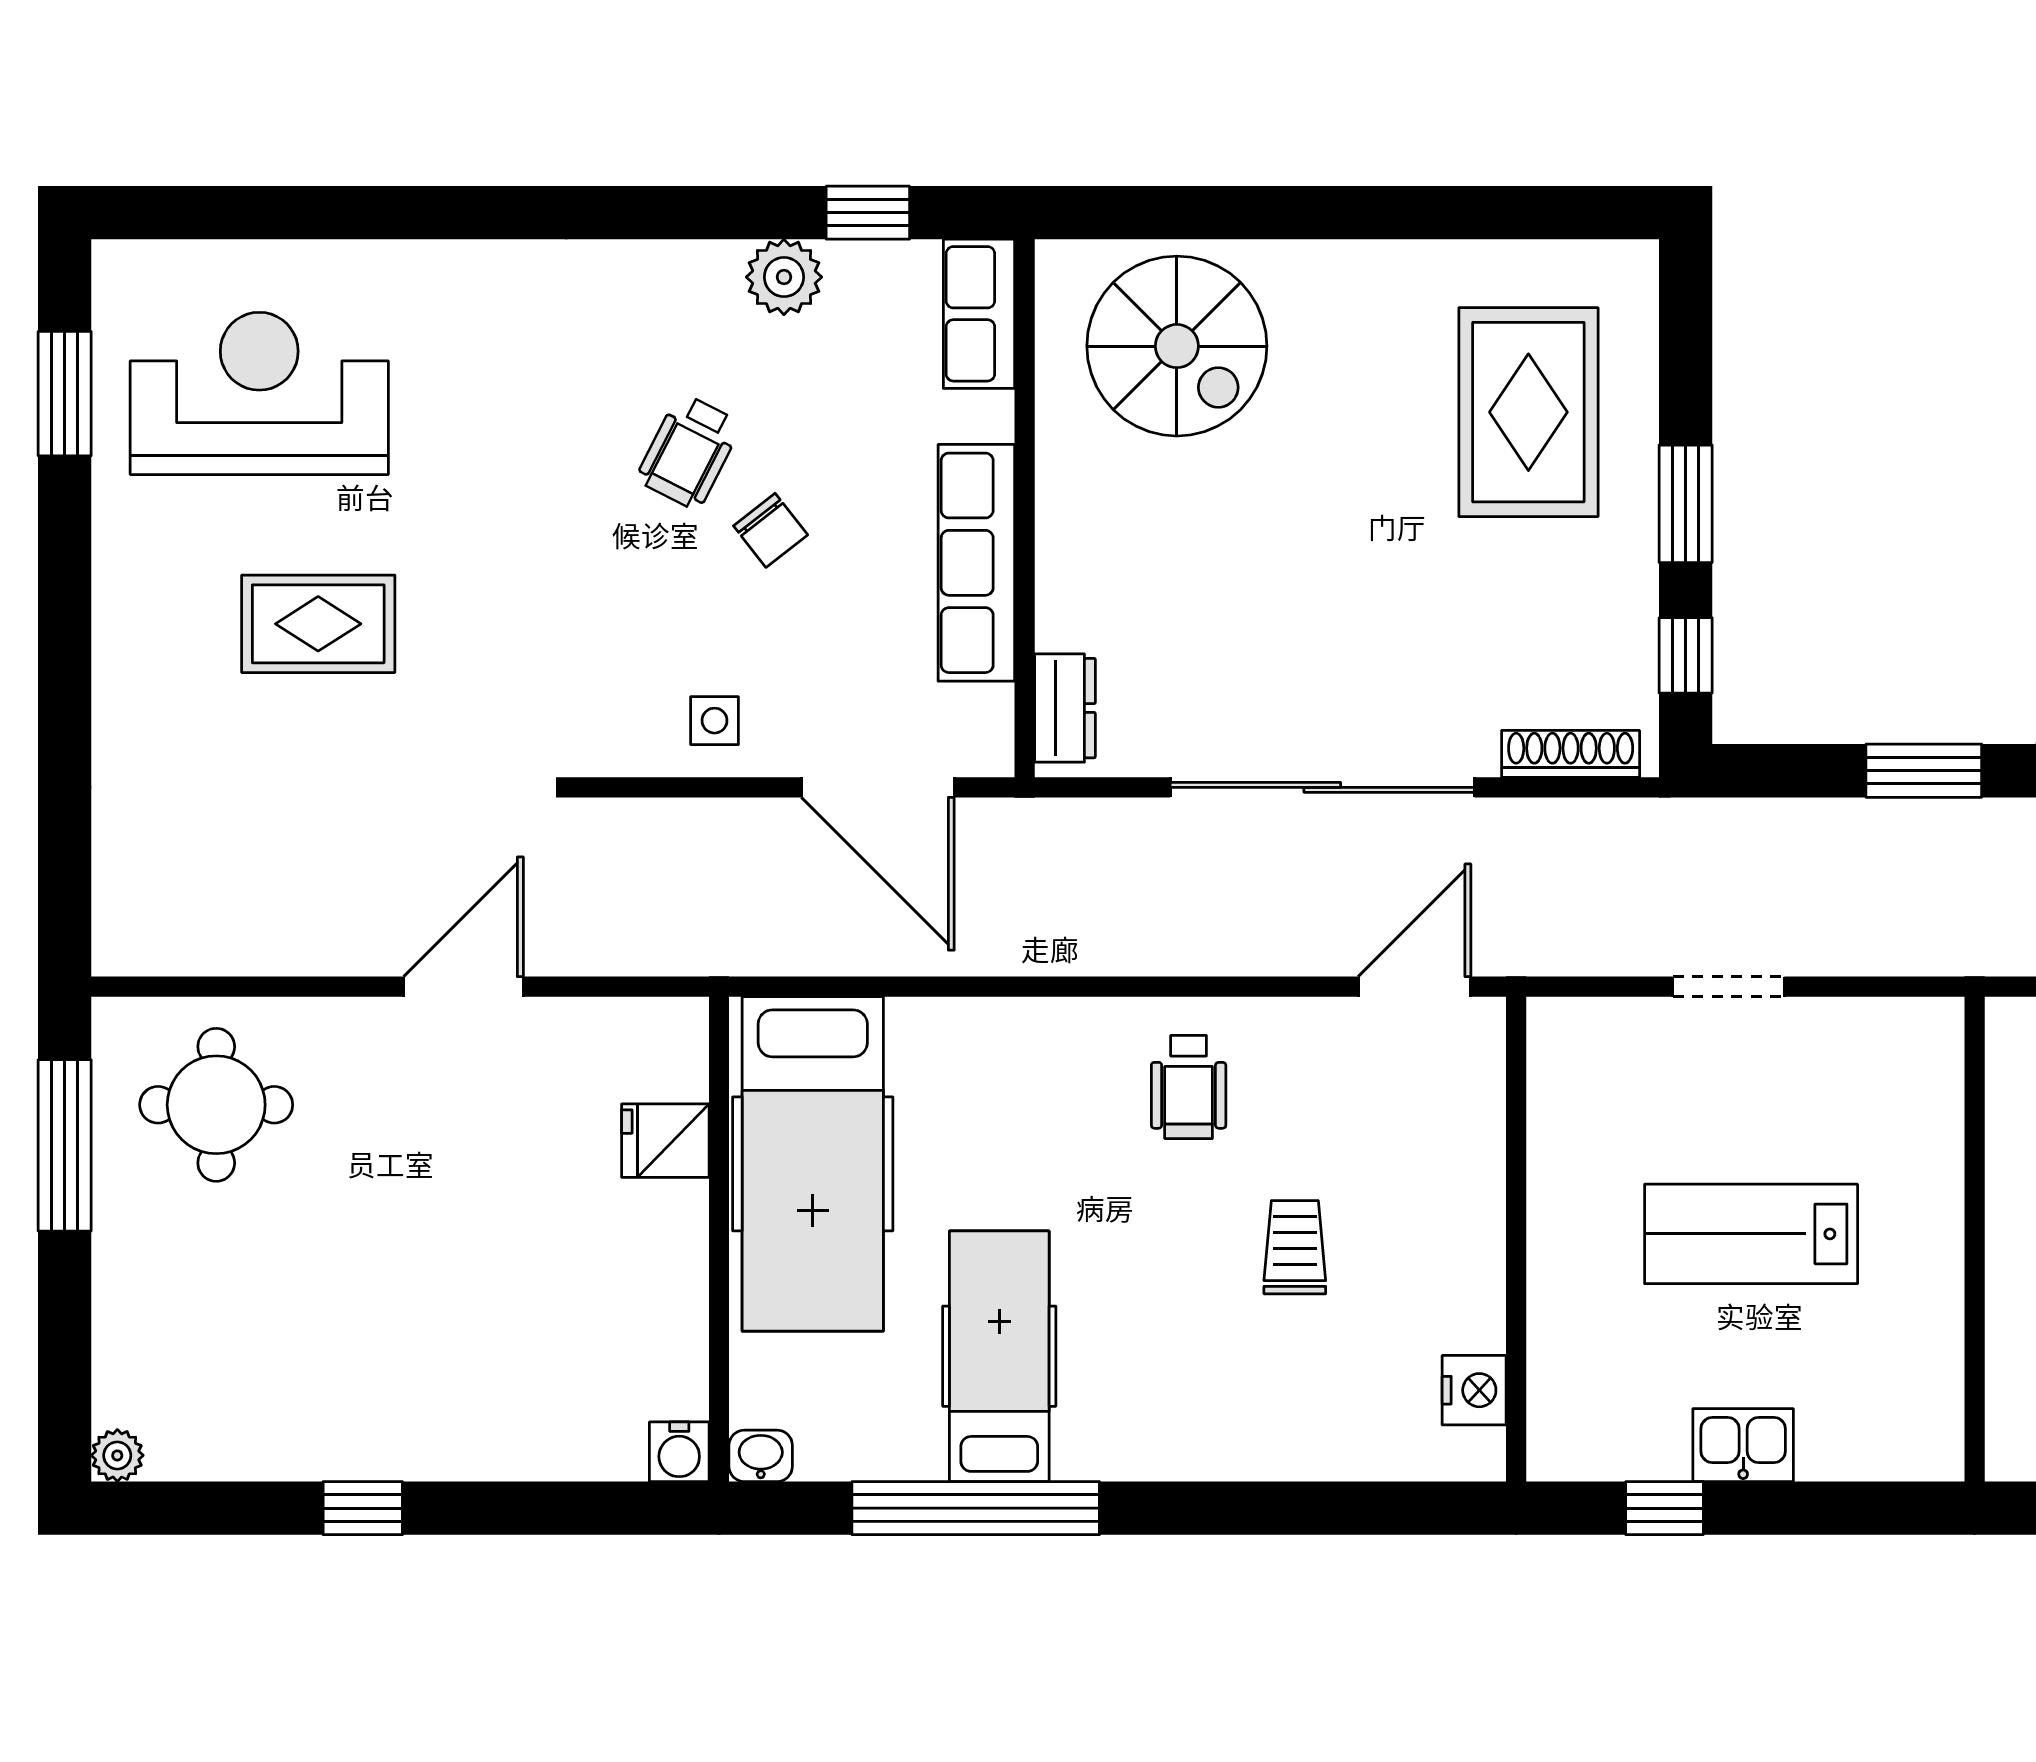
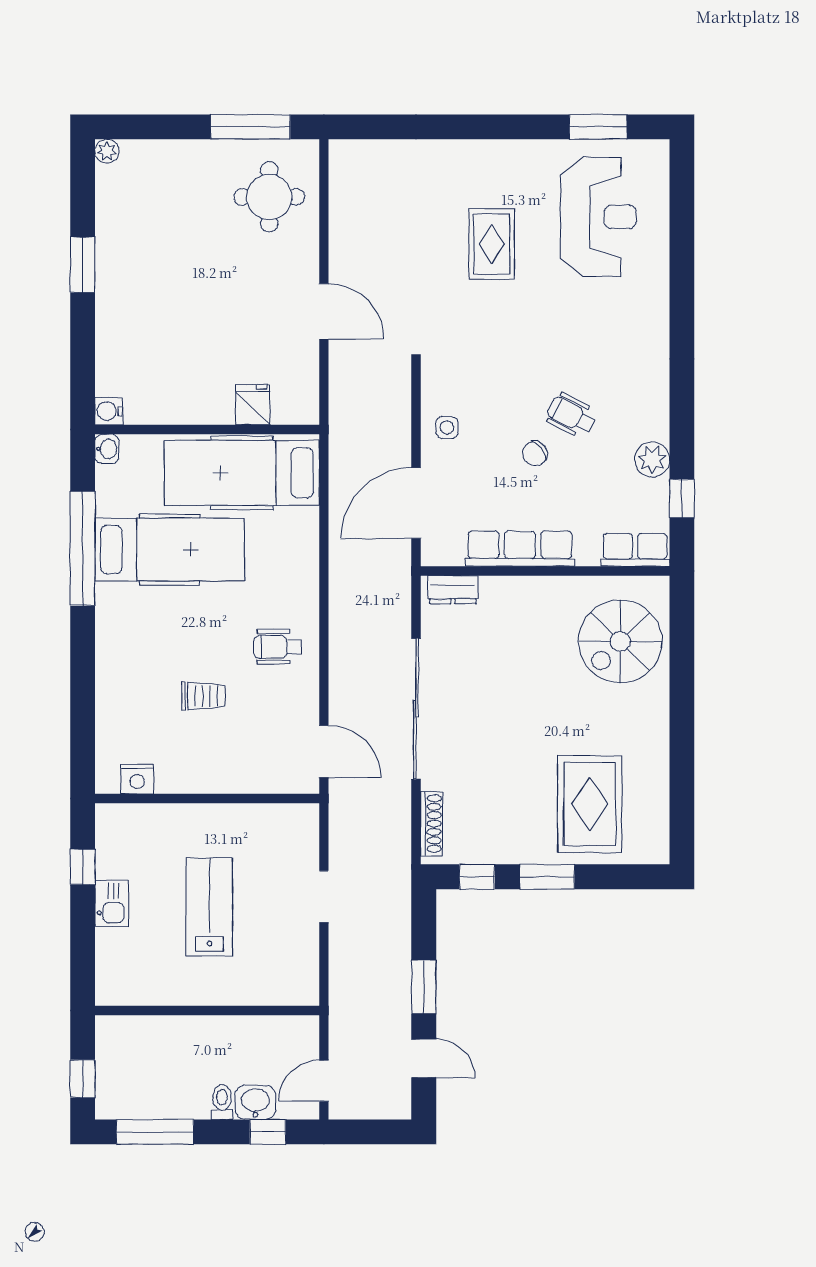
rug: (1528, 412) -> (590, 804), turned 90
hospital bed: (999, 1356) -> (170, 550), width x1.37, depth x1.29
window: (363, 1508) -> (83, 265), width x1.50

